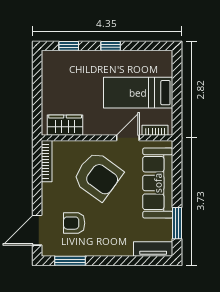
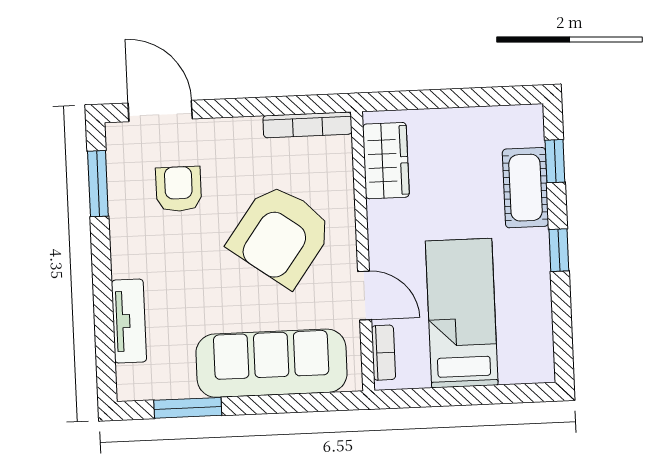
cot: (81, 60) -> (525, 188), added
tv unit: (153, 249) -> (129, 321), moved

